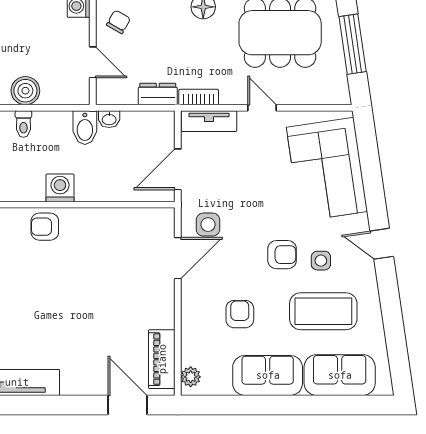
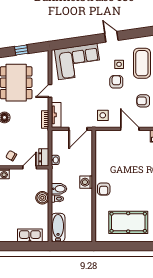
window: (353, 44) -> (21, 50), width x0.46
dresser: (158, 94) -> (44, 157), moved
bidet: (85, 128) -> (59, 189), moved
door: (178, 169) -> (78, 129), hinge flipped
door: (382, 244) -> (111, 37), swing flipped
door: (178, 258) -> (130, 129), moved

